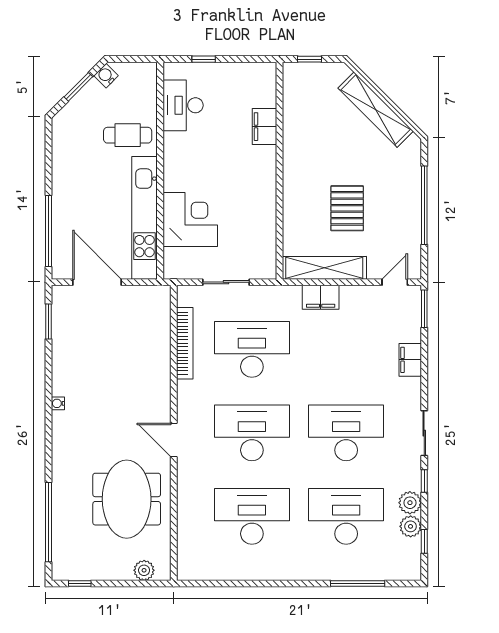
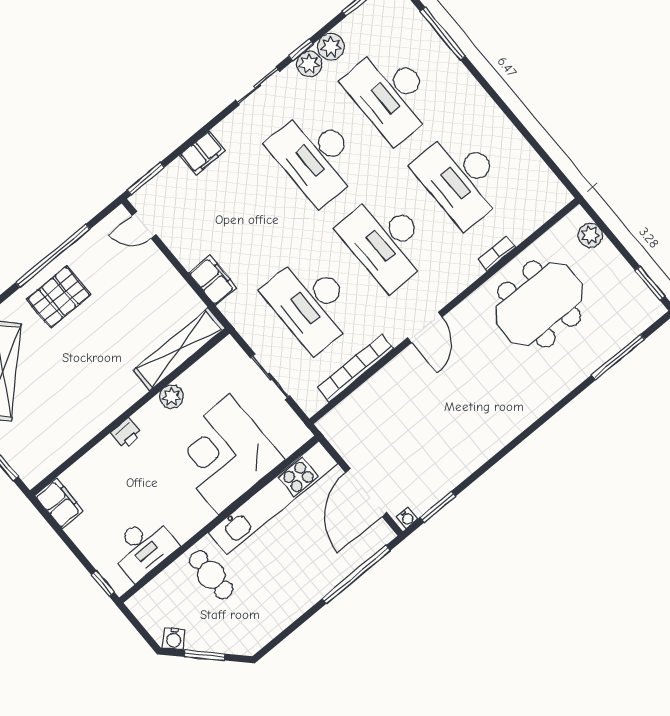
window: (204, 59) -> (103, 584), moved
filing cabinet: (264, 127) -> (59, 503), moved, turned -90
printer: (267, 157) -> (126, 433), added
plant: (266, 206) -> (172, 397), added
pallet: (347, 208) -> (59, 297), moved
corner desk: (190, 219) -> (224, 454), width x1.36, depth x1.36
shelving: (324, 268) -> (179, 349), moved, turned 90
water cooler: (58, 403) -> (407, 518), moved
door: (174, 440) -> (425, 327), moved
bookcase: (183, 499) -> (497, 253), added
window: (49, 522) -> (618, 357), width x0.68
plant: (411, 526) -> (309, 64), moved
window: (80, 584) -> (650, 283), width x1.50

